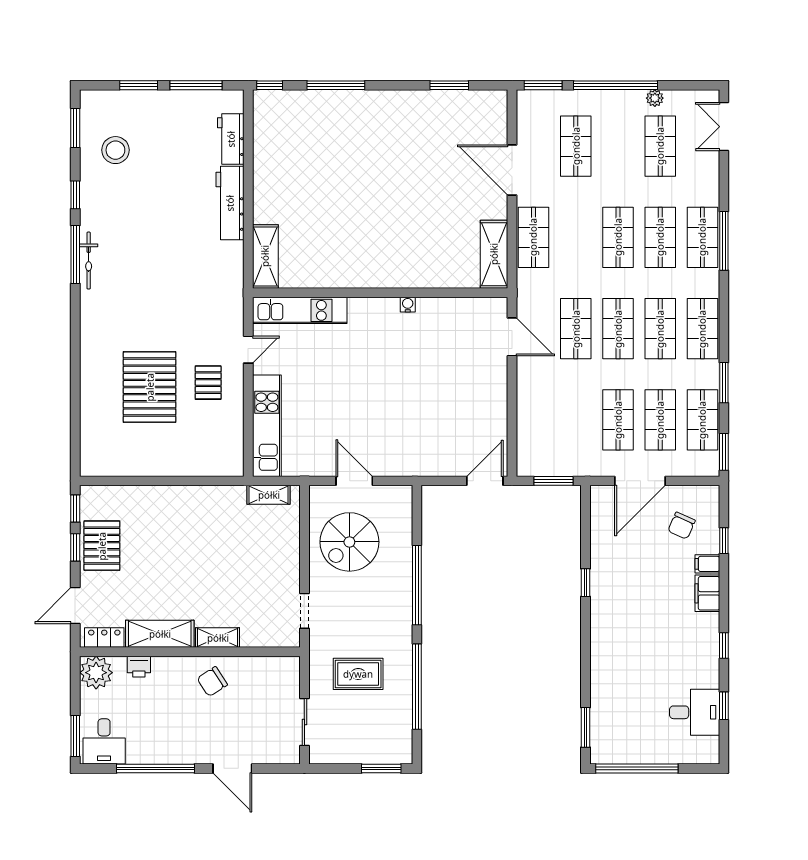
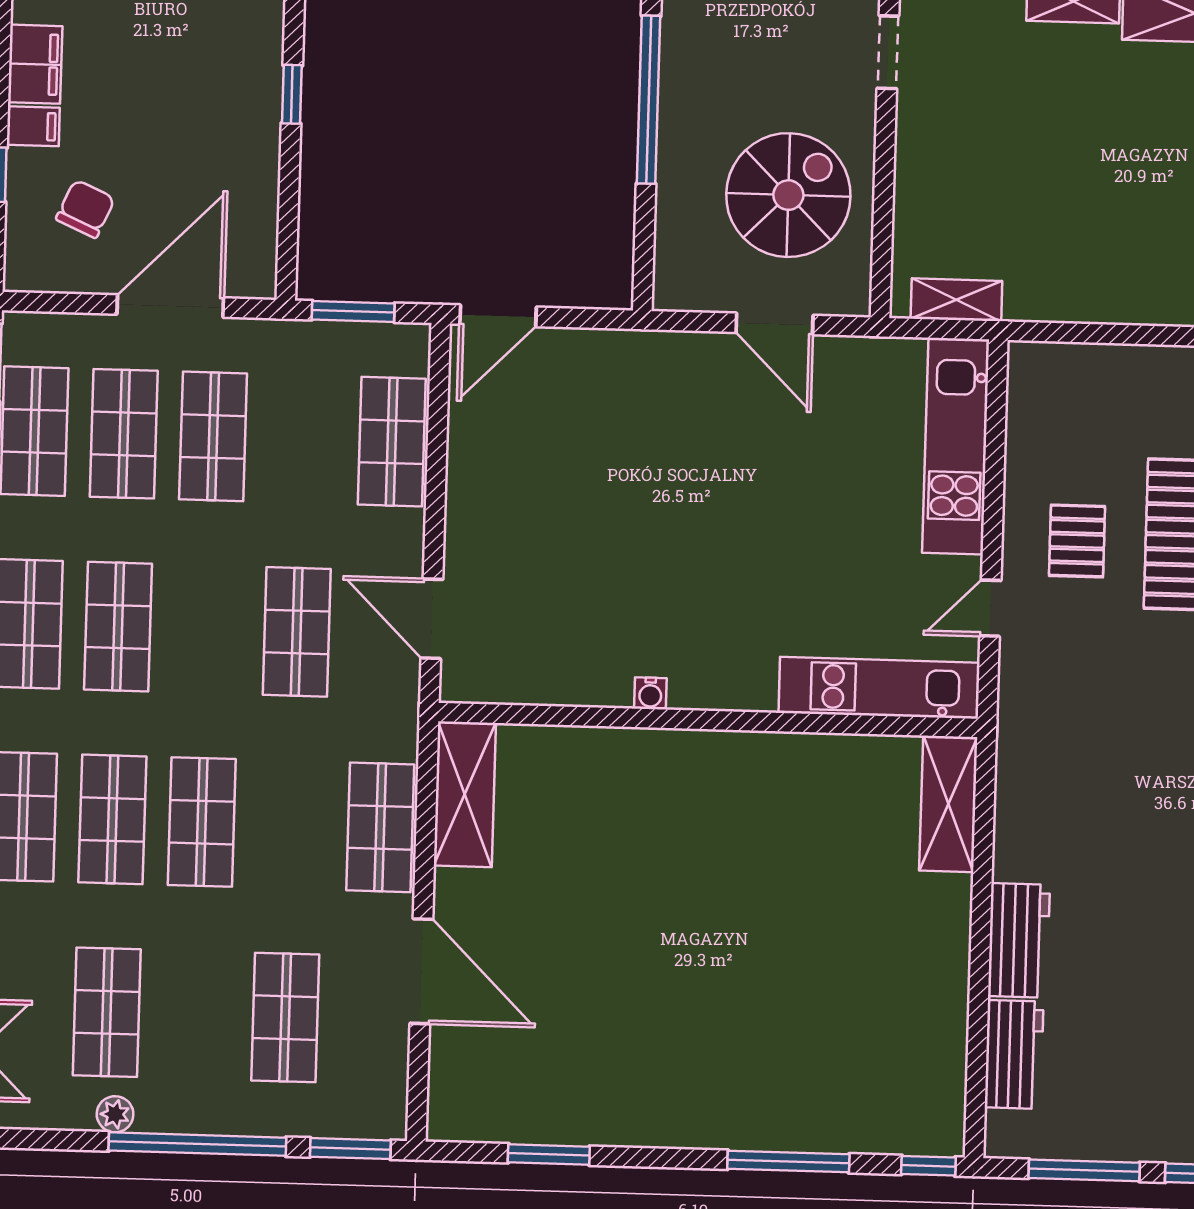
workbench: (230, 203) -> (1019, 940), width x0.73
shop shelf: (618, 329) -> (392, 442), moved

